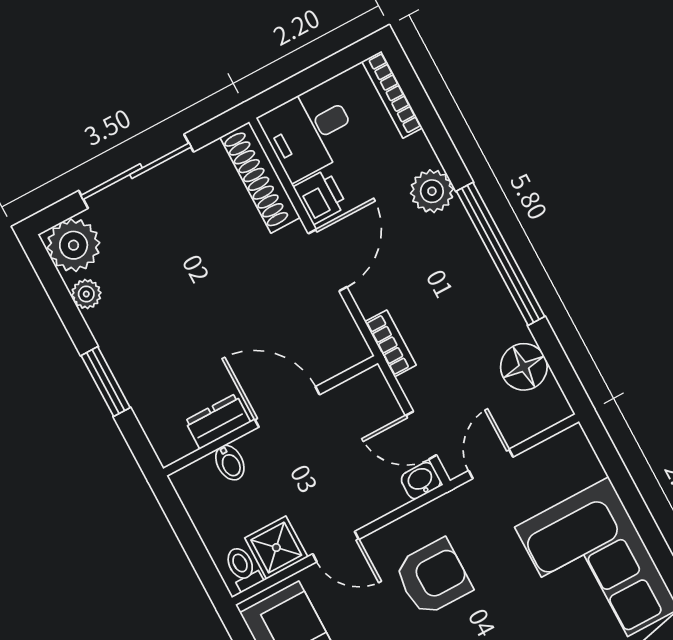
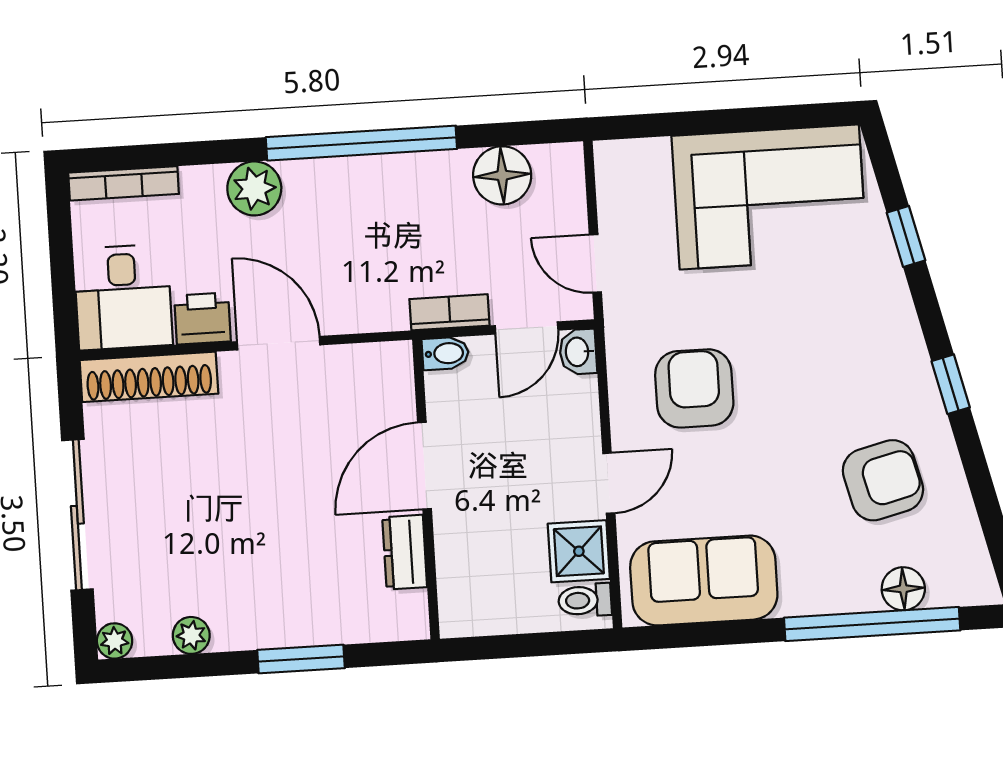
plant: (74, 245) -> (115, 641), width x0.53, depth x0.53
bookcase: (391, 343) -> (449, 312), moved
bidet: (230, 463) -> (445, 353), moved

